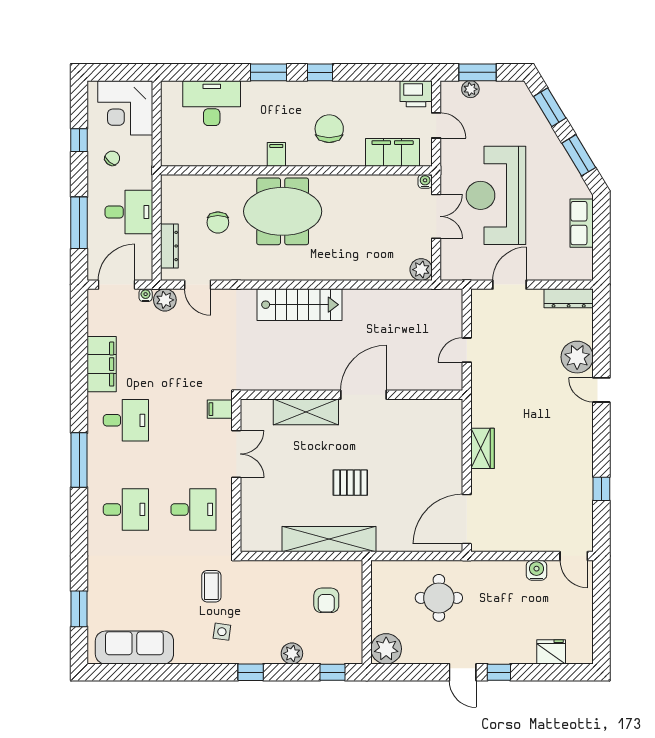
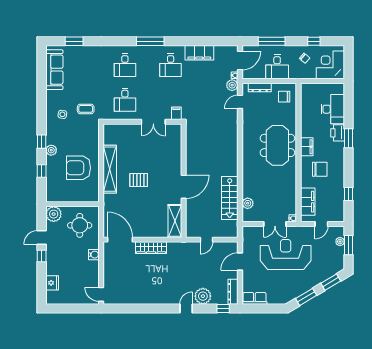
window: (320, 72) -> (349, 194), moved
printer: (416, 94) -> (338, 133), moved
filing cabinet: (276, 154) -> (307, 147), width x2.00
chair: (218, 222) -> (284, 97), moved
row of seats: (582, 223) -> (254, 298), moved
plant: (421, 270) -> (248, 203), moved
door: (117, 285) -> (240, 60), hinge flipped
door: (510, 285) -> (240, 261), swing flipped
stairs: (300, 305) -> (230, 198), moved
door: (467, 350) -> (206, 240), swing flipped
door: (363, 395) -> (184, 187), hinge flipped
shelving: (306, 412) -> (175, 221), moved
wardrobe: (483, 448) -> (151, 248), width x1.50
pallet: (350, 483) -> (139, 180), turned 90
window: (601, 489) -> (223, 309), moved
door: (574, 556) -> (101, 294), hinge flipped
water cooler: (537, 570) -> (94, 255), moved
armchair: (326, 600) -> (78, 168), width x1.88, depth x1.88
wall: (367, 612) -> (72, 204), moved
plant: (386, 649) -> (54, 214), moved
window: (251, 672) -> (42, 142), moved

